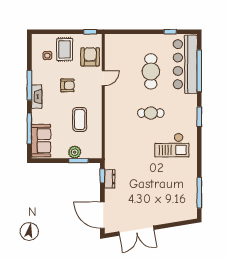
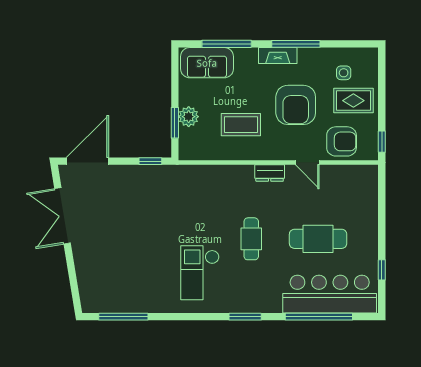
armchair: (67, 85) -> (296, 105), width x1.88, depth x1.88
dresser: (110, 179) -> (270, 173), moved

